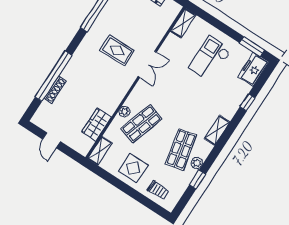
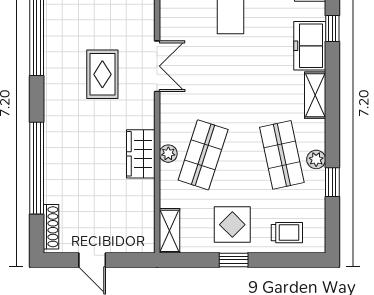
rug: (117, 50) -> (102, 74), turned 90
shoe rack: (55, 90) -> (51, 227), moved
freezer: (231, 104) -> (310, 46), added
wardrobe: (97, 125) -> (141, 154), moved
window: (123, 186) -> (234, 260), added

